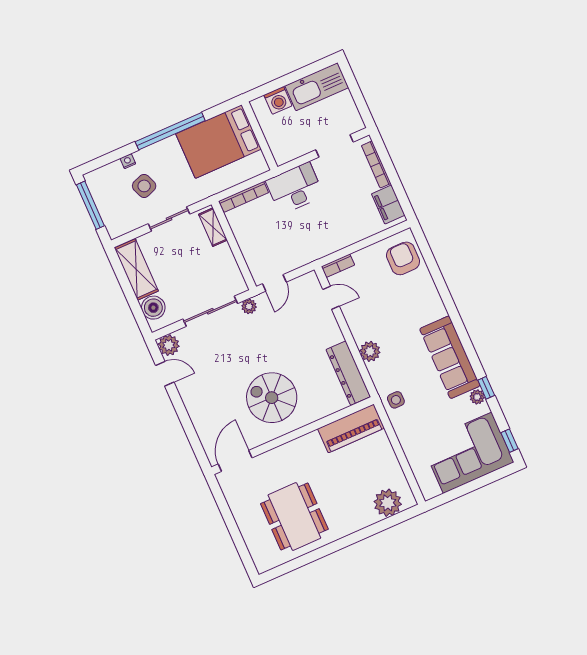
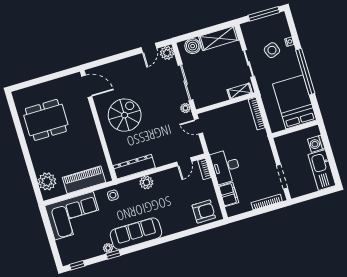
desk: (295, 188) -> (226, 166), moved, turned 180
filing cabinet: (388, 204) -> (229, 194), moved, turned 90
piano: (351, 428) -> (84, 180), moved, turned 90
corner sofa: (468, 453) -> (74, 216), moved, turned 90

